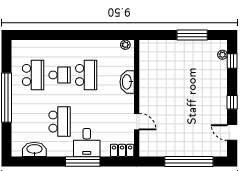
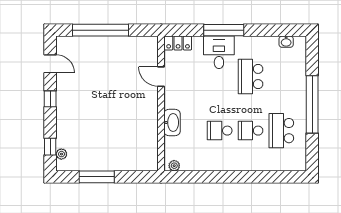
school desk: (86, 75) -> (220, 131), width x0.54
washbasin: (34, 149) -> (286, 42), width x0.52, depth x0.69

